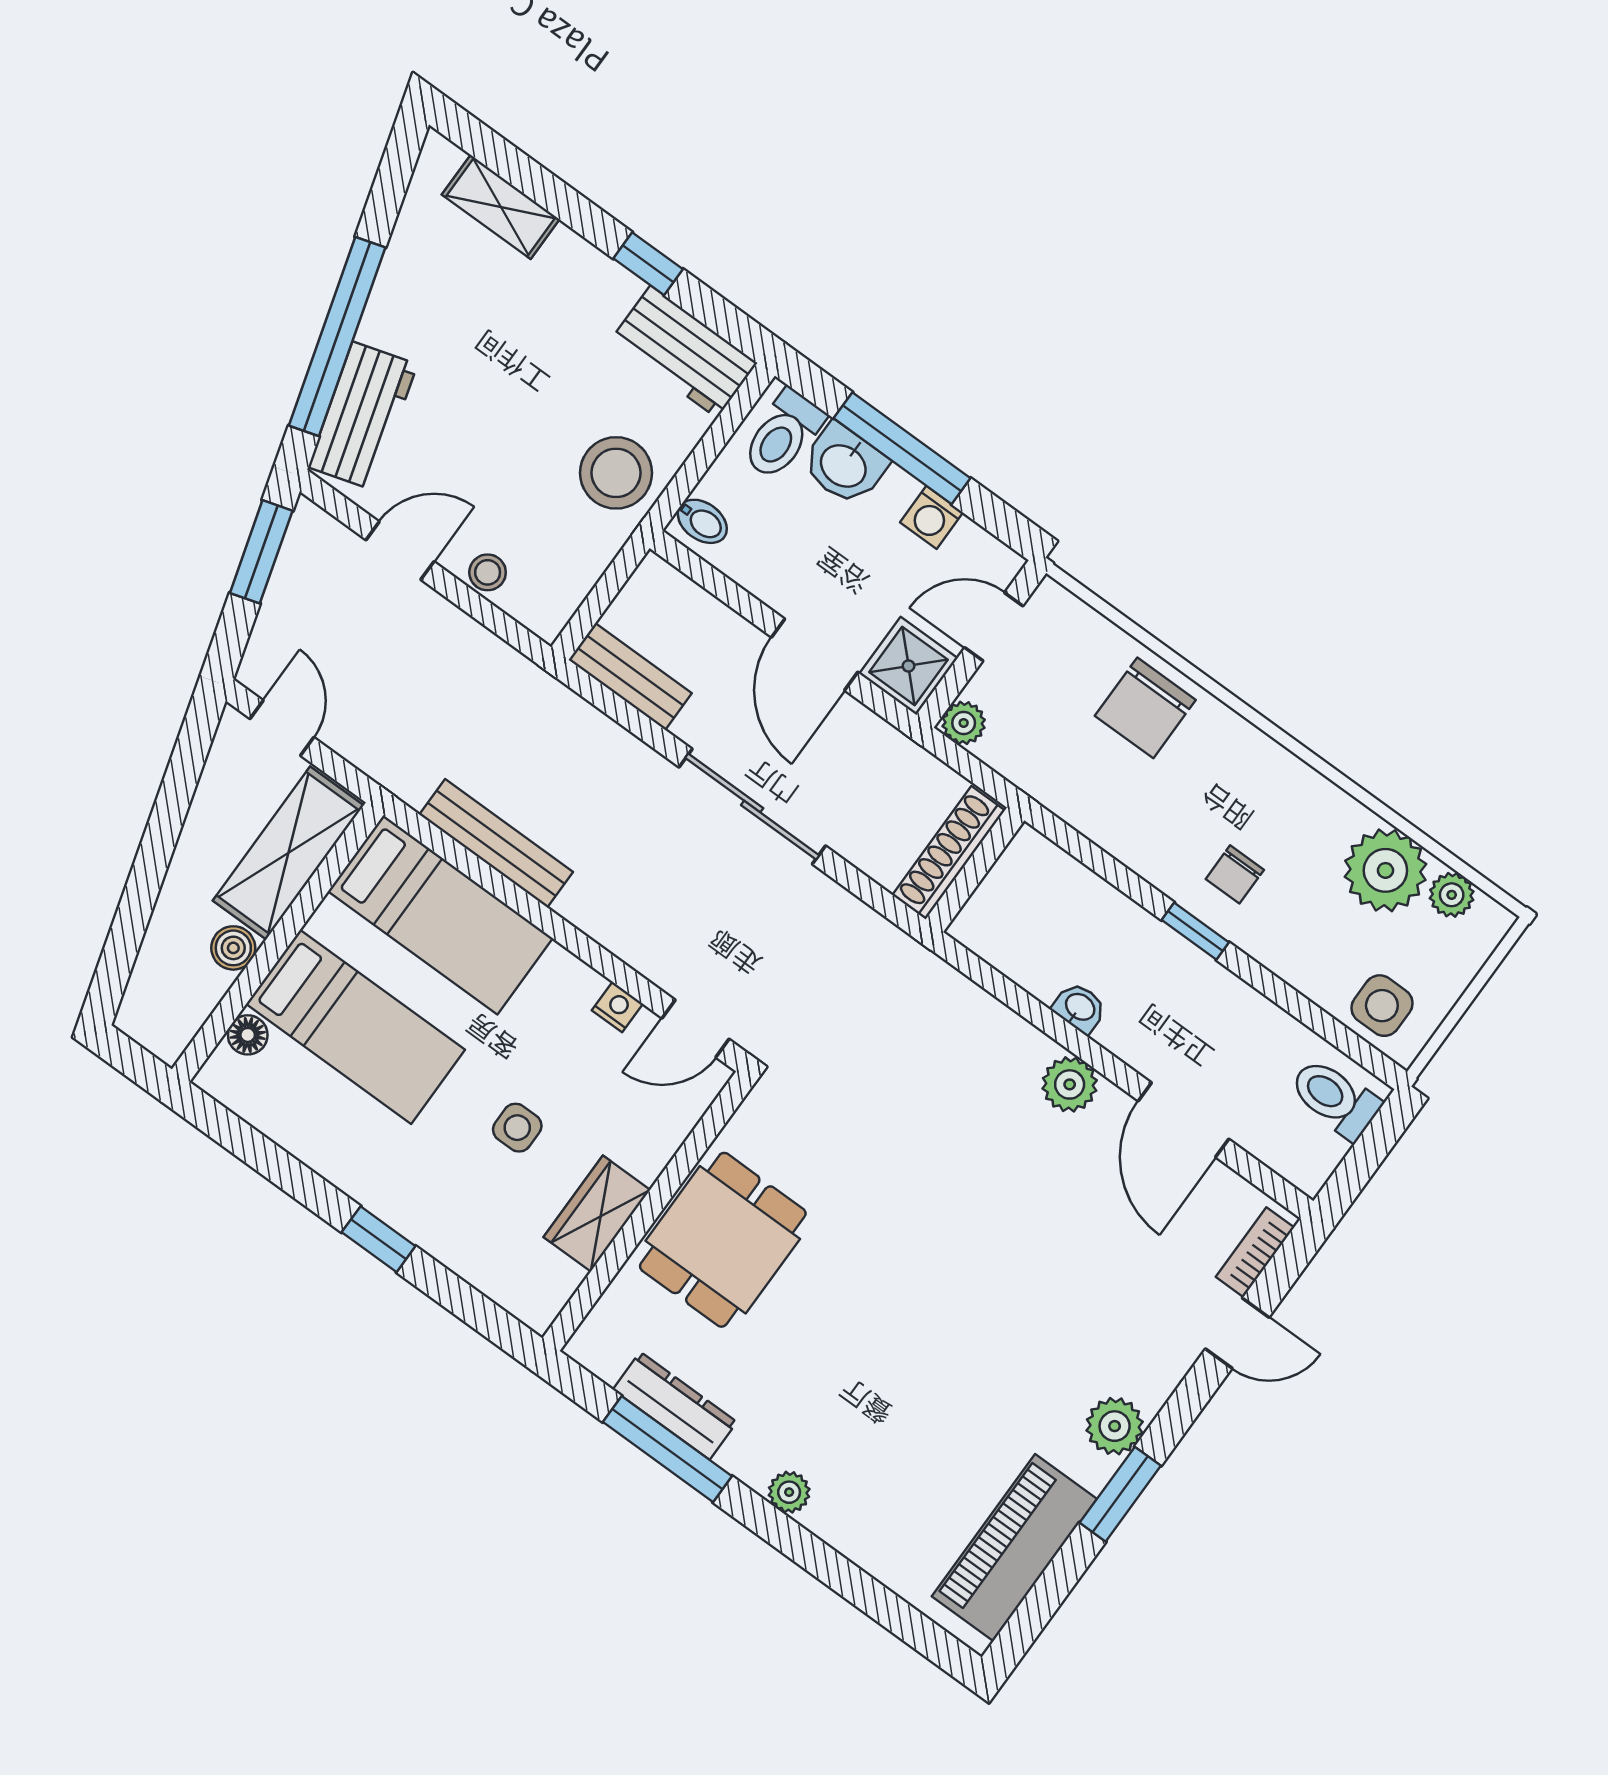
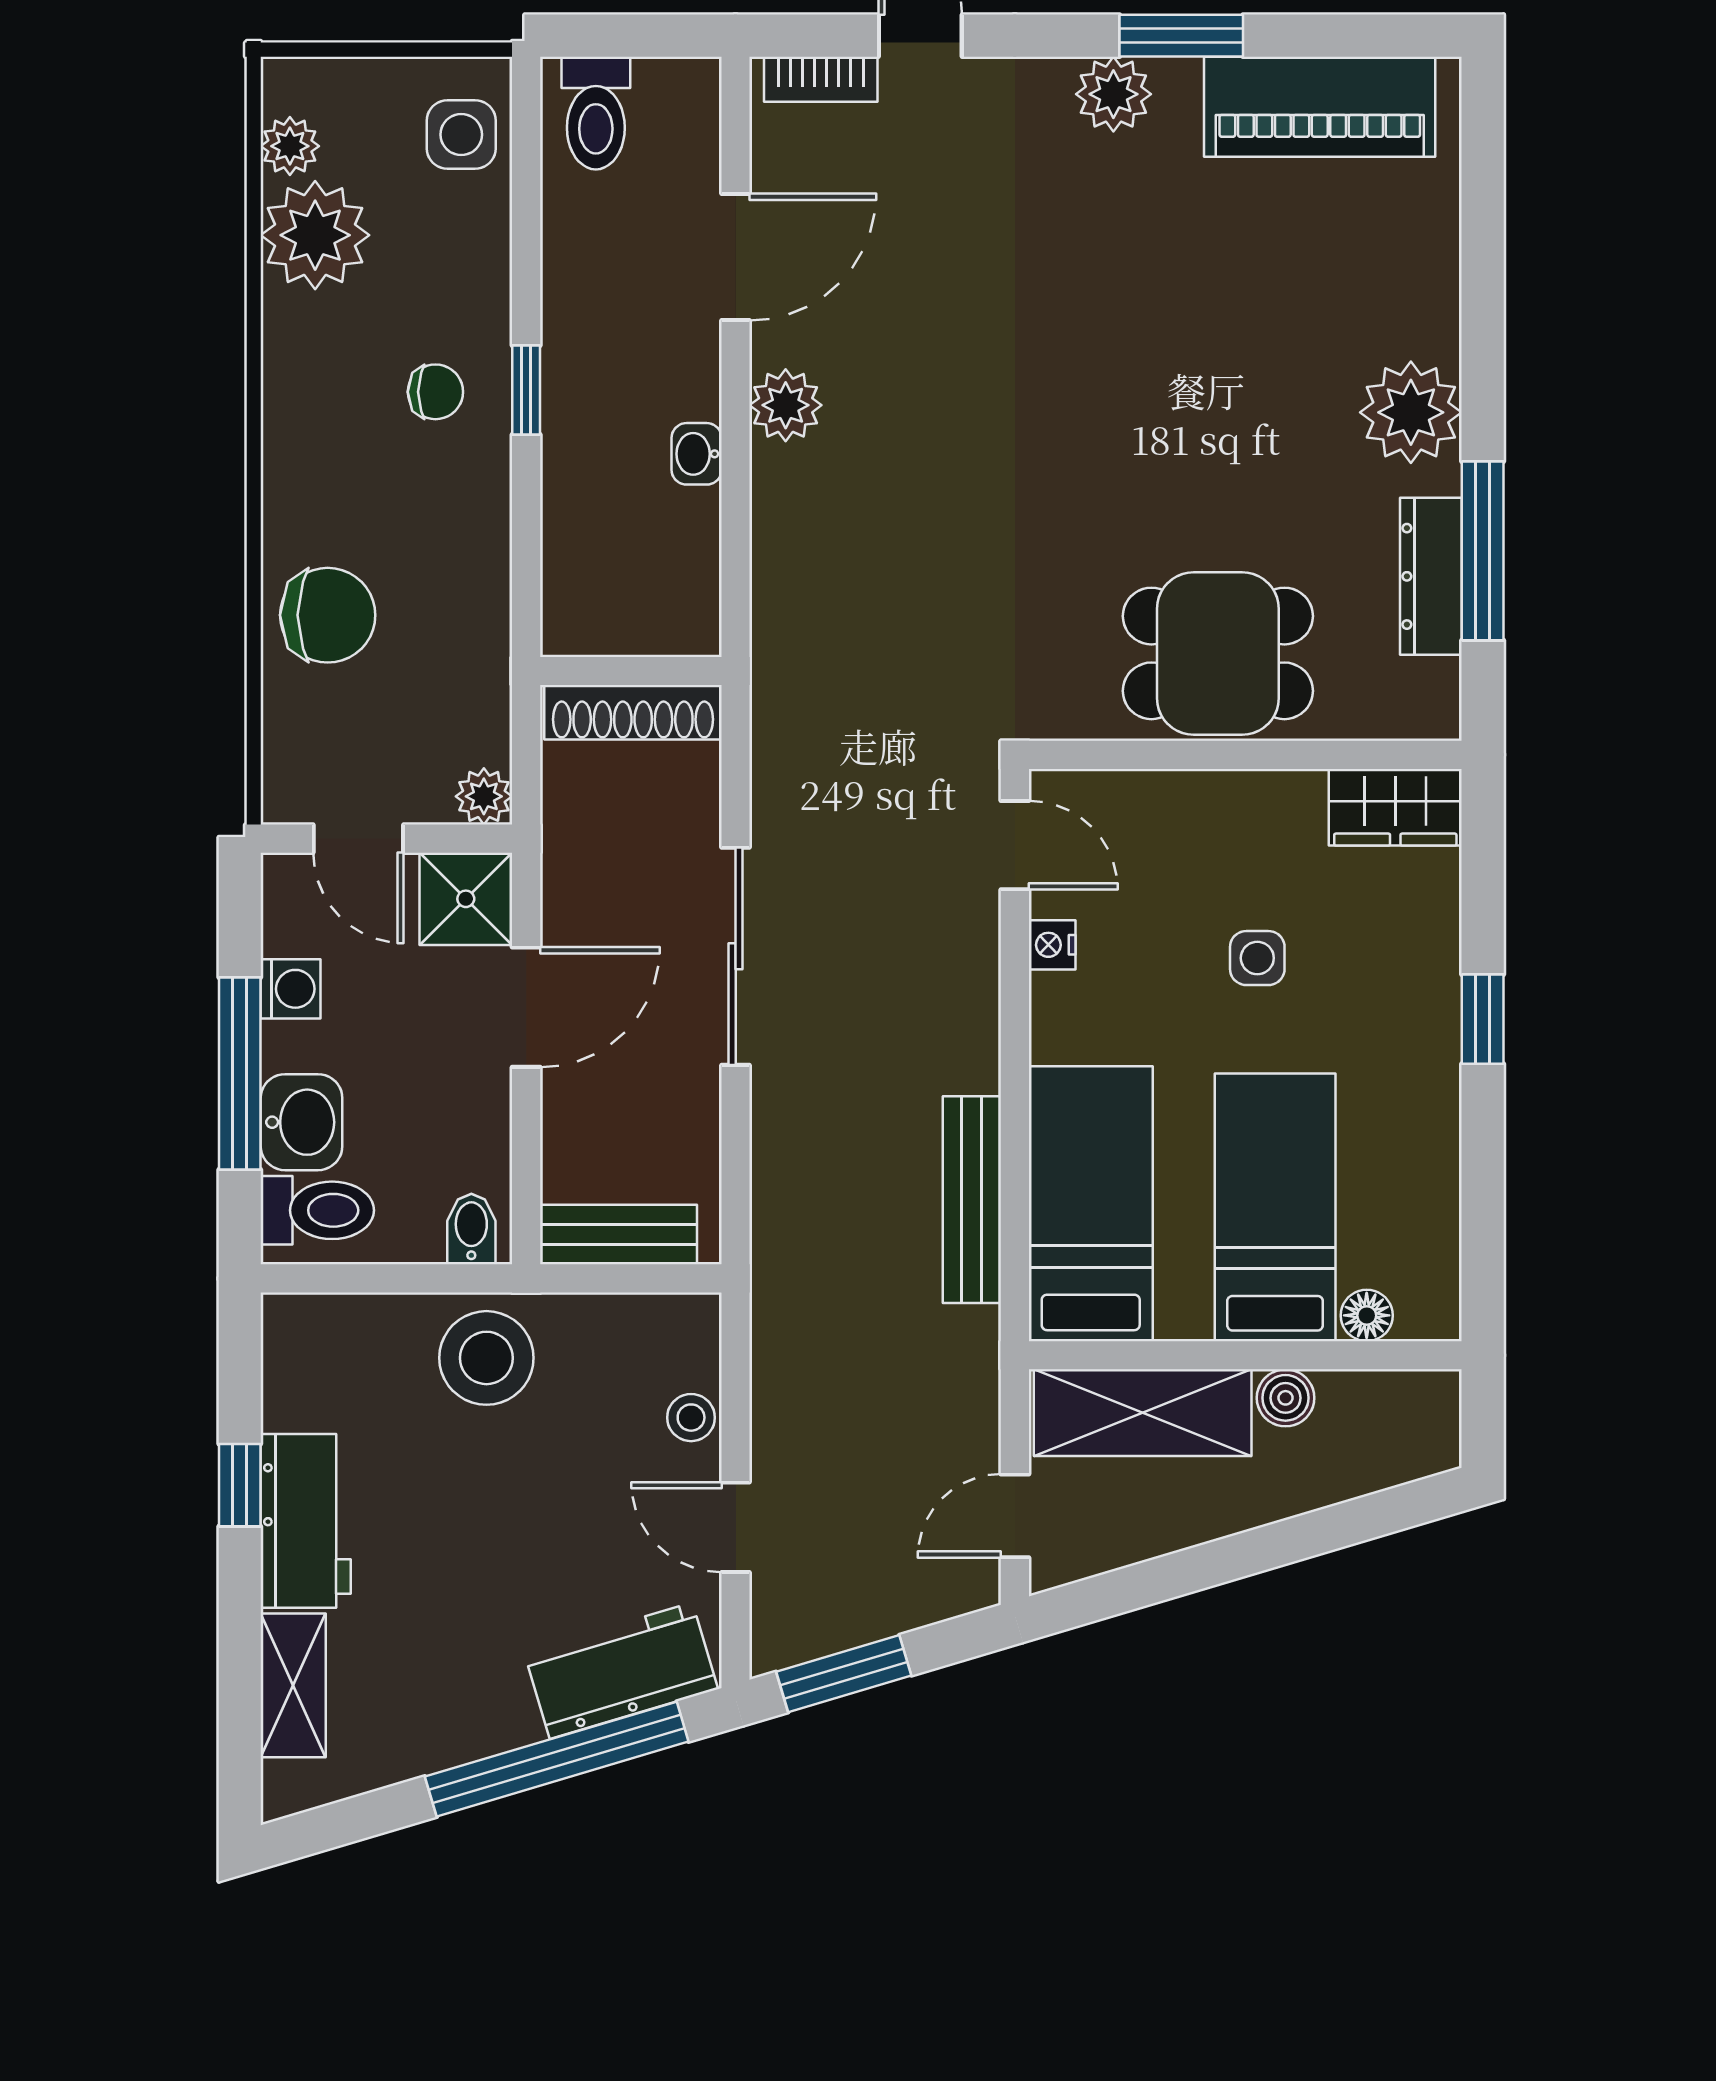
workbench: (684, 352) -> (306, 1521), moved
bench: (630, 676) -> (618, 1235), moved, turned 90
wardrobe: (597, 1213) -> (1395, 807), moved
plant: (789, 1492) -> (1411, 412), width x1.88, depth x1.88

